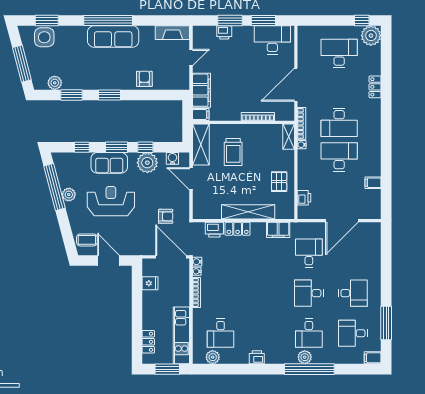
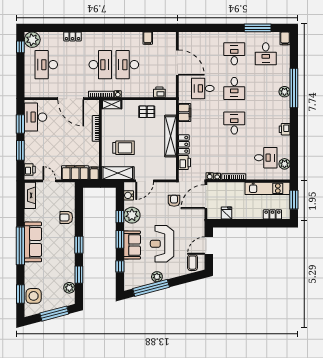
printer: (224, 32) -> (30, 170), moved
desk: (309, 333) -> (234, 123), moved, turned -90

